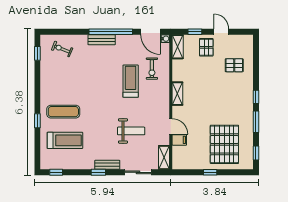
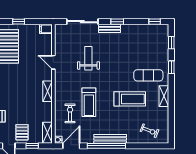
door: (151, 32) -> (71, 146), hinge flipped
bench: (102, 40) -> (110, 139), width x1.36
window: (37, 53) -> (171, 43), moved
weight bench: (131, 131) -> (88, 58), turned 90
treadmill: (65, 140) -> (130, 99), moved, turned 180
filing cabinet: (179, 140) -> (46, 29), moved
shelving: (164, 157) -> (164, 96), moved
sliding door: (138, 172) -> (82, 22), width x1.37

